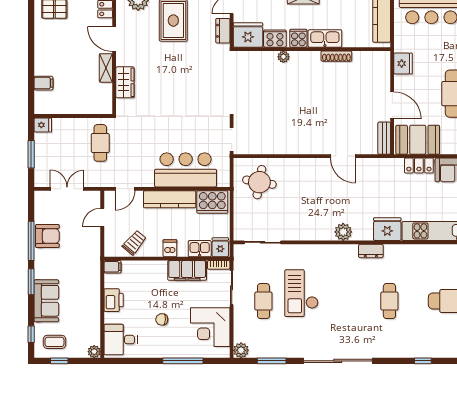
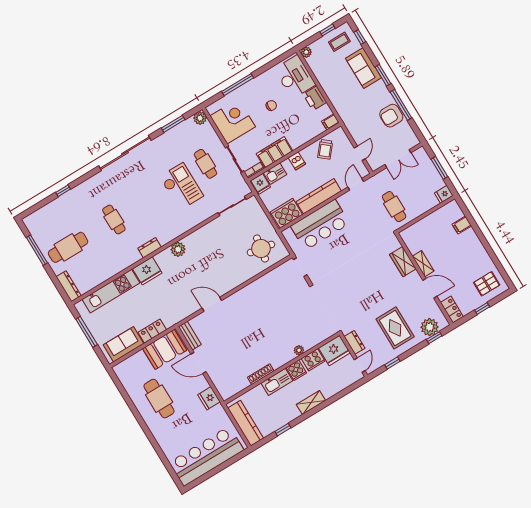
desk: (121, 340) -> (295, 77), width x1.37

